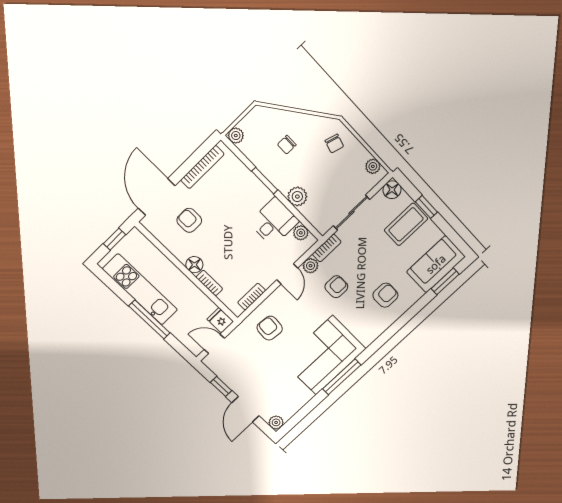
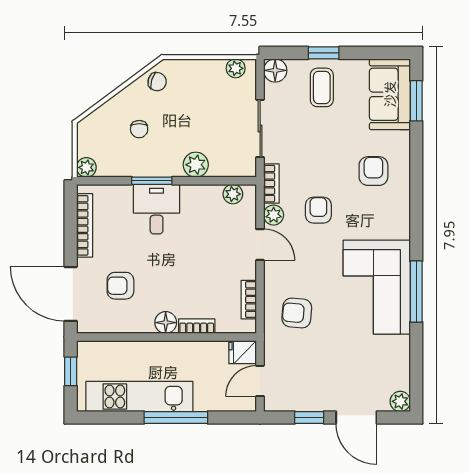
chair: (334, 144) -> (157, 82), moved
desk: (274, 222) -> (157, 209), moved
coffee table: (406, 224) -> (322, 87), width x0.73, depth x0.77

